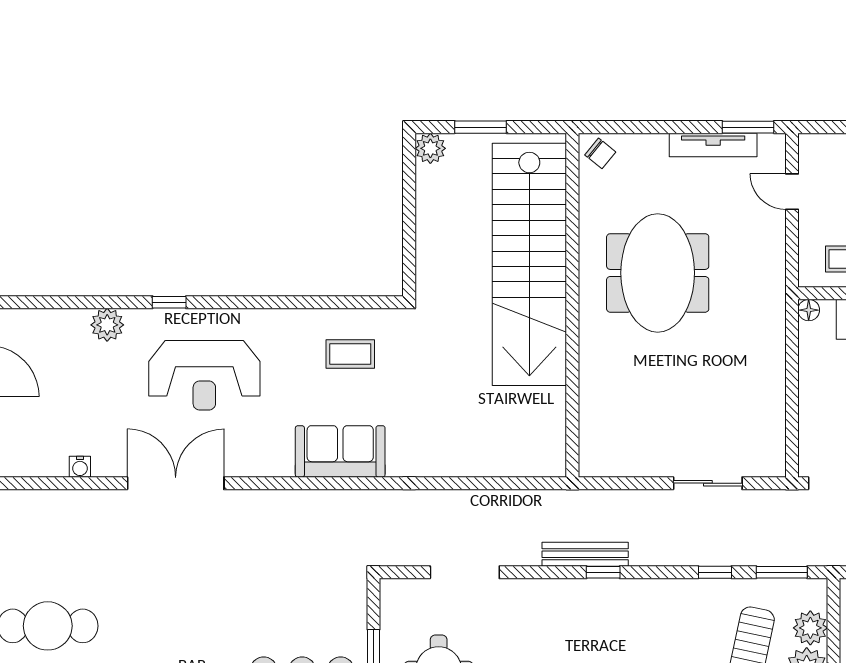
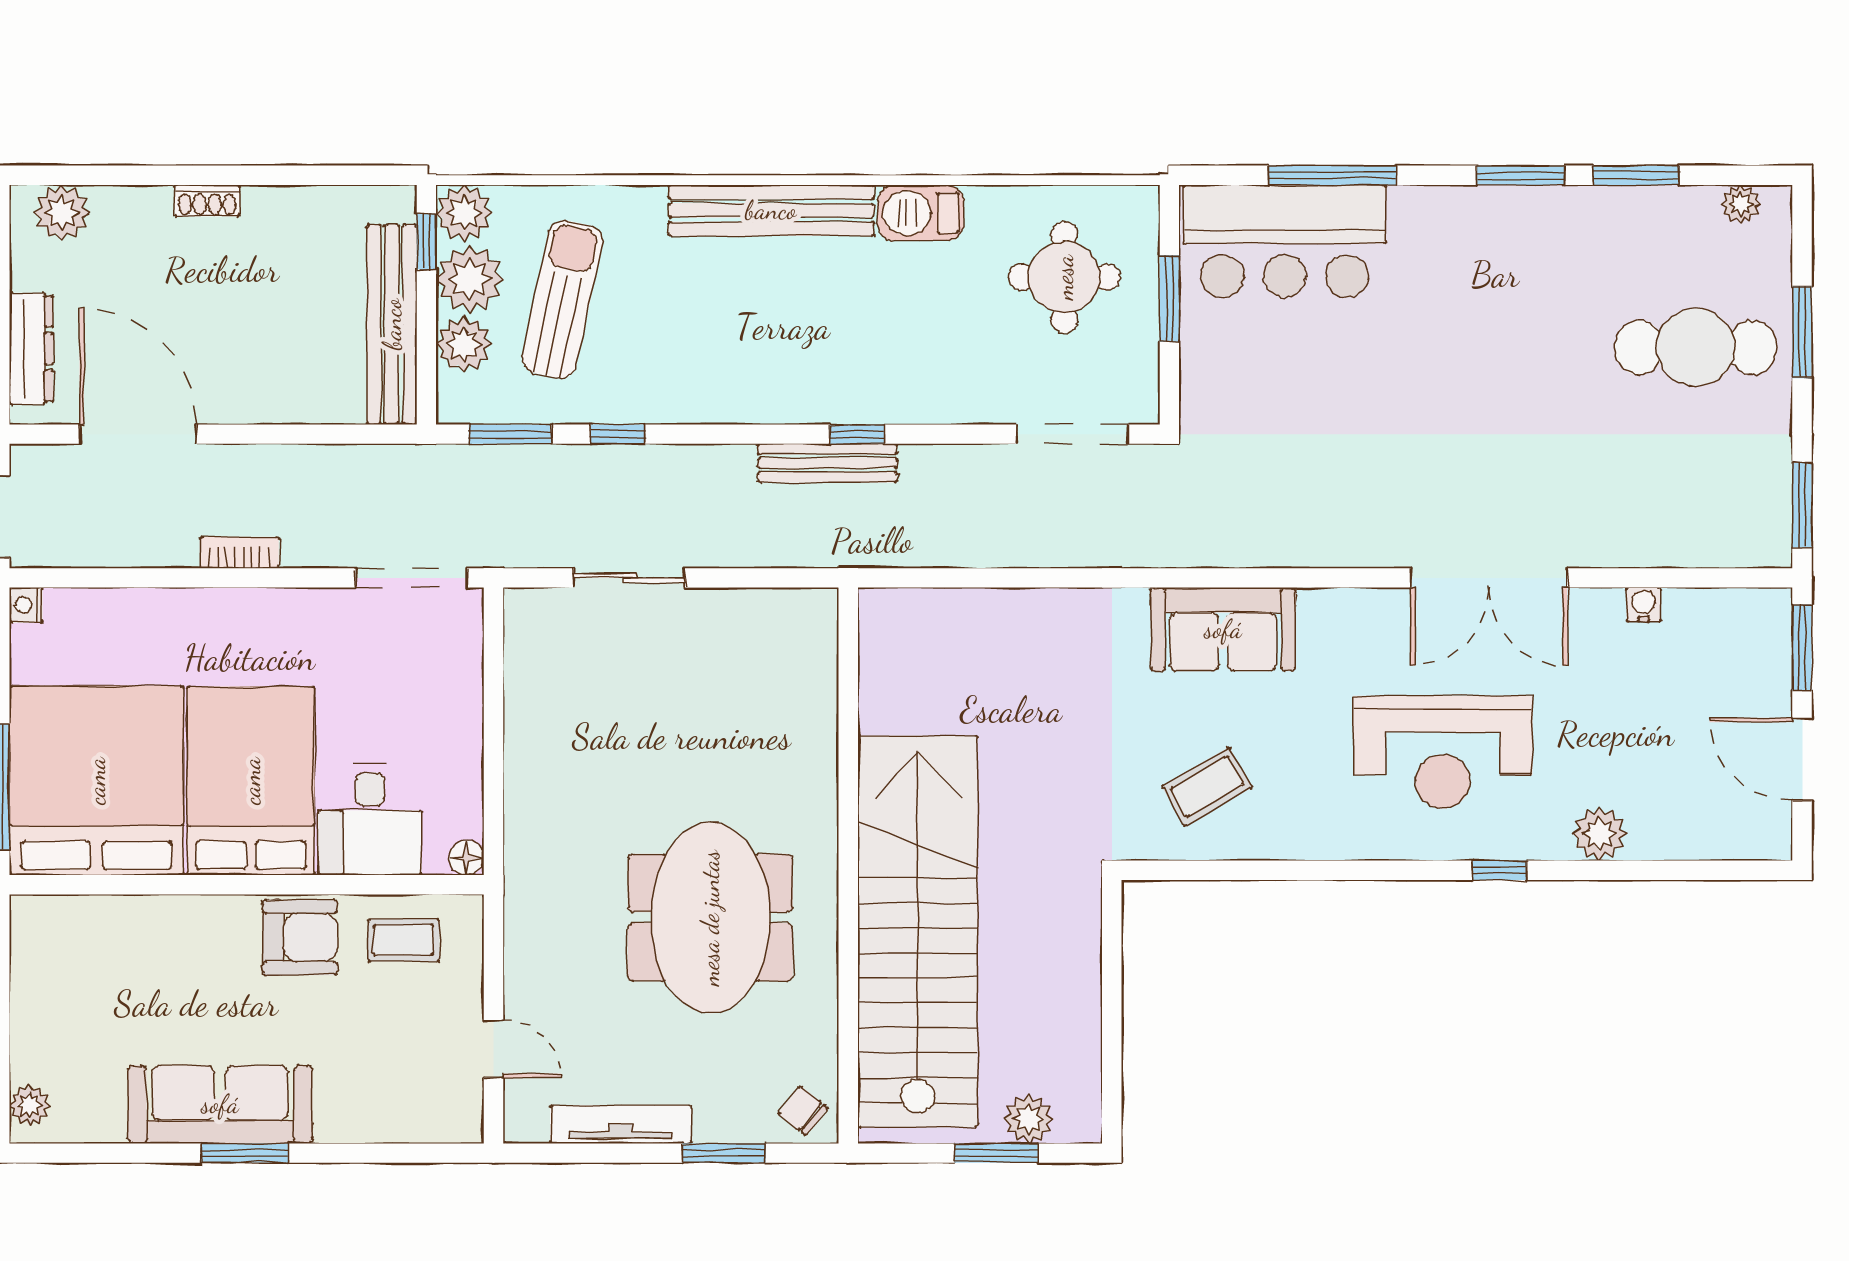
window: (748, 127) -> (724, 1153), moved
plant: (430, 148) -> (1029, 1119), moved
coffee table: (350, 354) -> (1207, 787), turned -30
reception desk: (204, 375) -> (1443, 752), turned 180
doorway: (465, 572) -> (1072, 434), moved
window: (603, 572) -> (857, 434), moved

